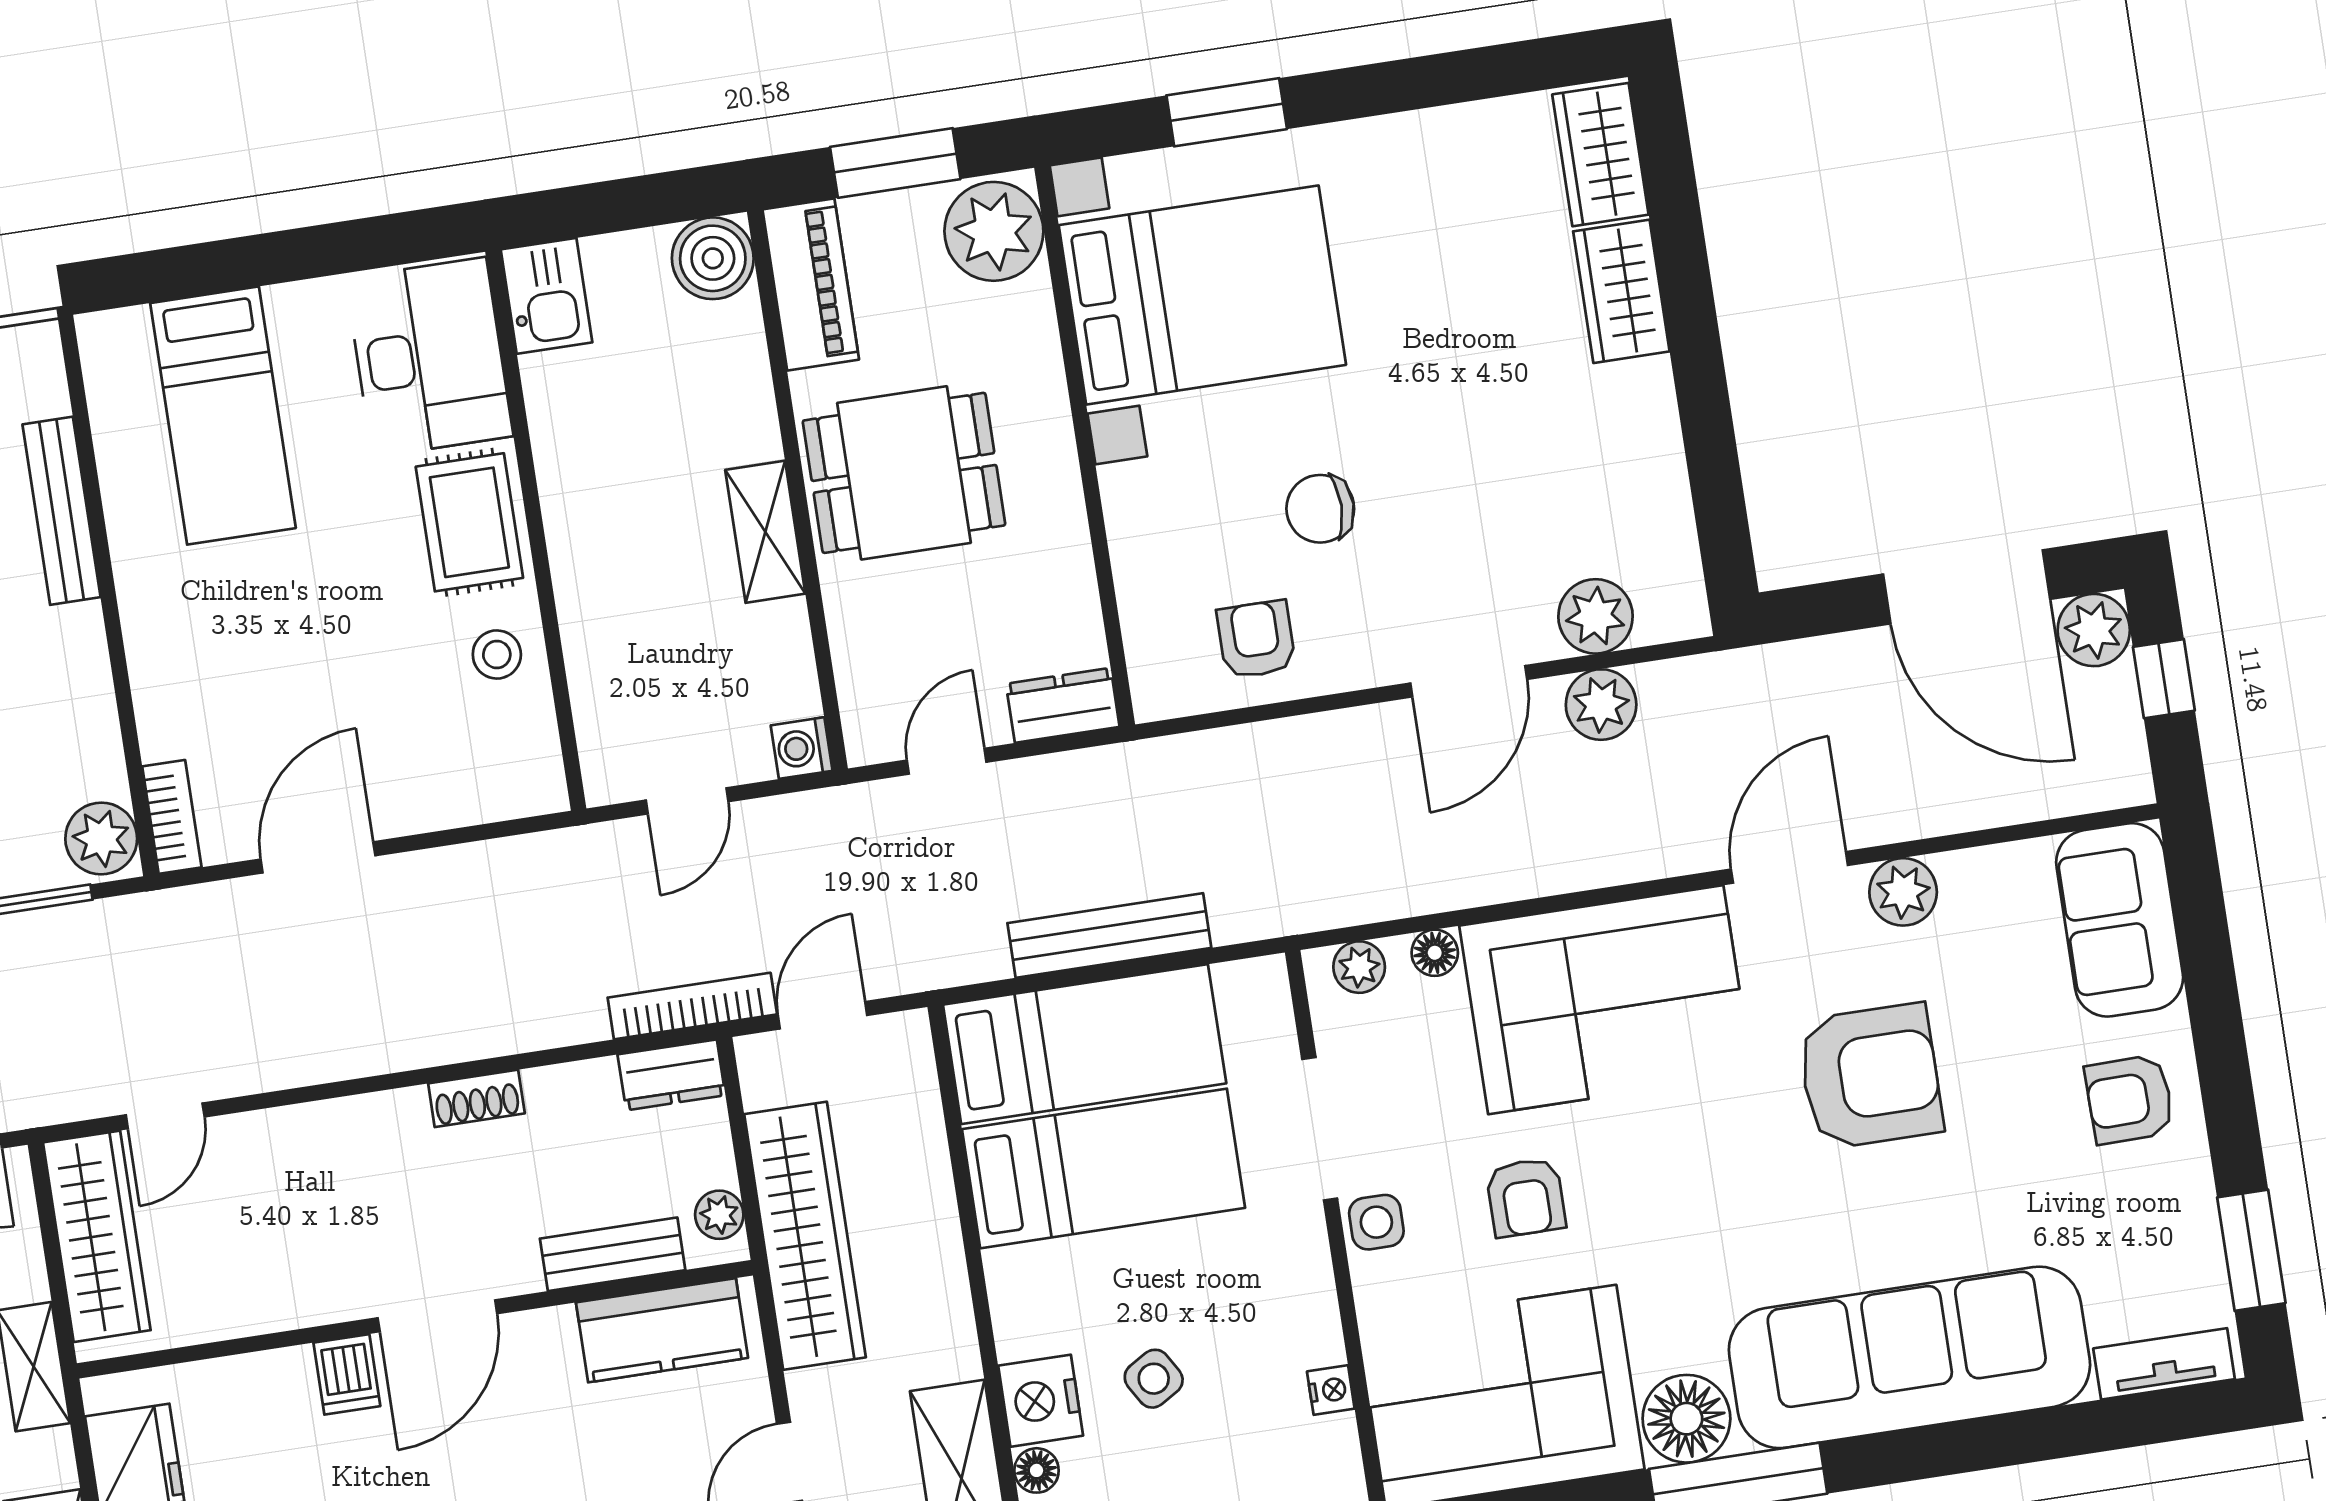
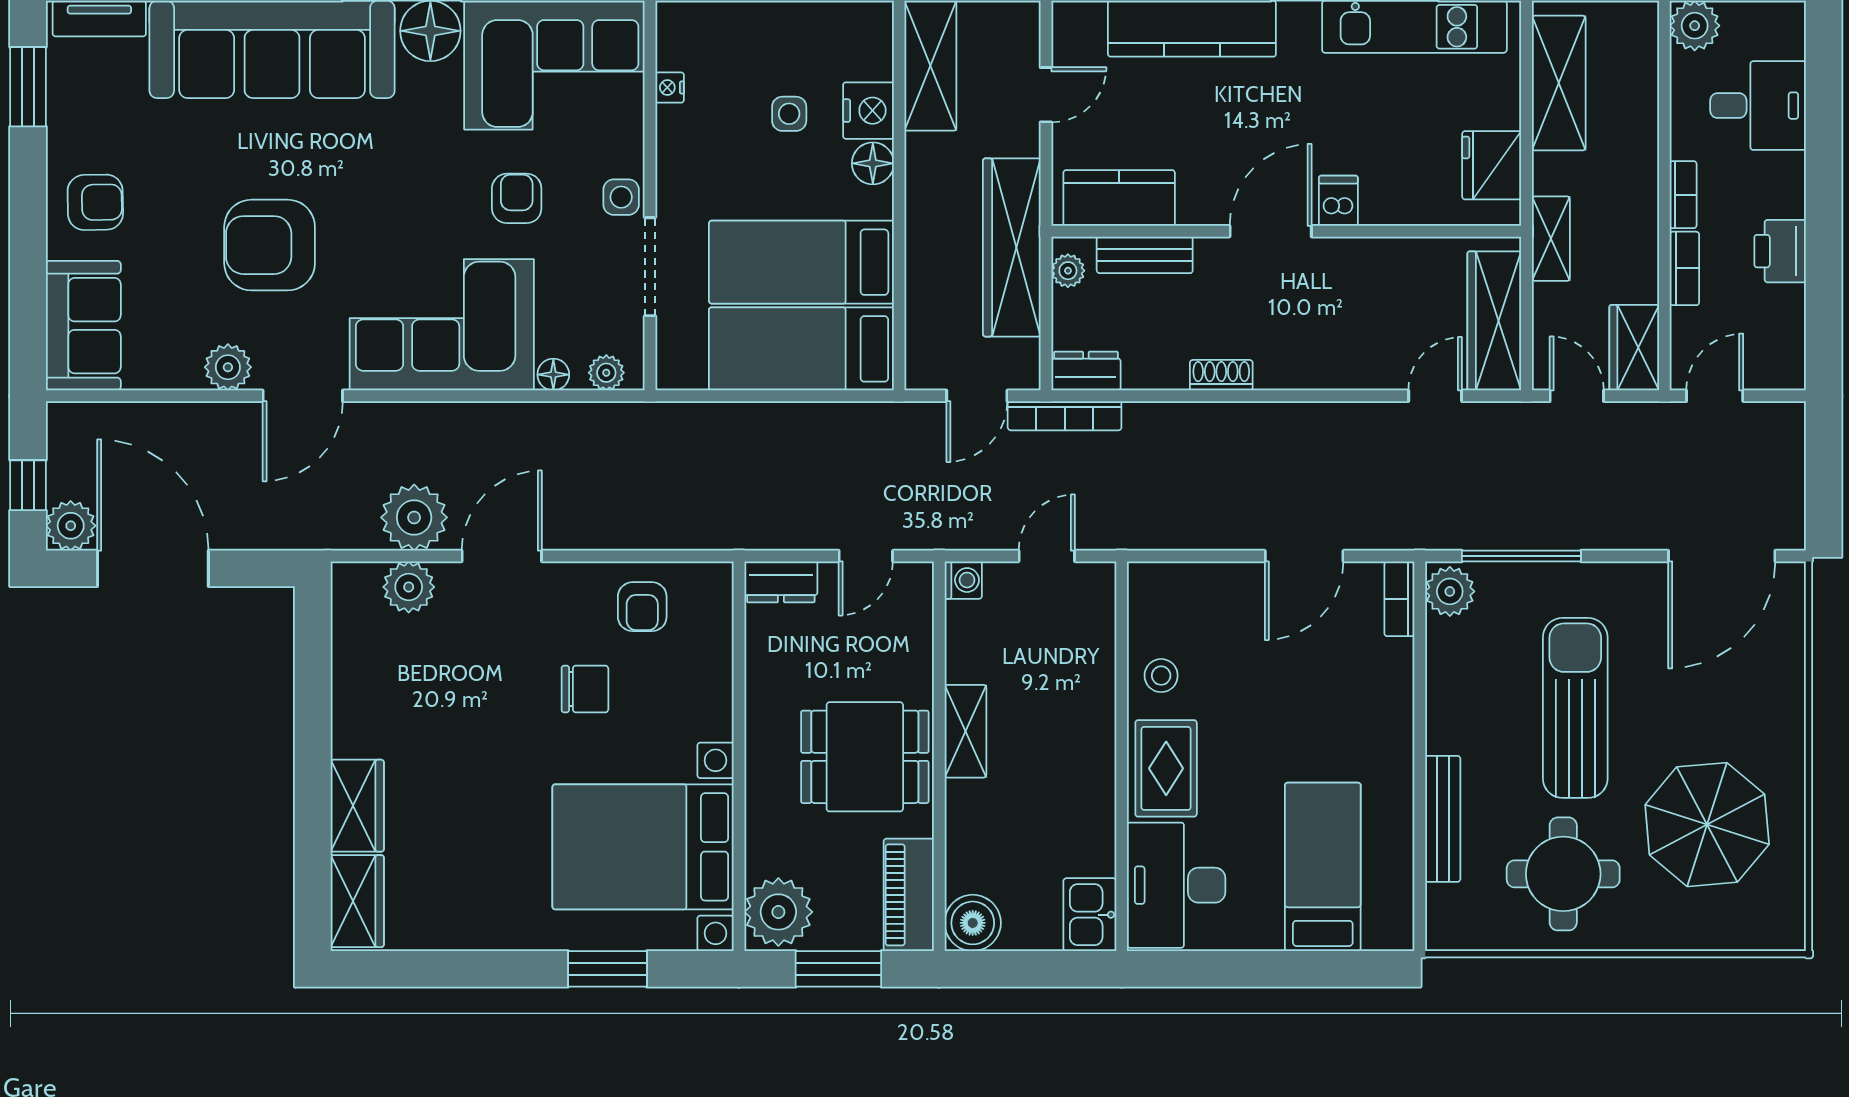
plant: (1601, 705) -> (414, 517), width x1.36, depth x1.36
bench: (1109, 935) -> (773, 420), removed
side table: (1154, 1379) -> (789, 114), turned 31
floor lamp: (1037, 1470) -> (873, 163), moved, width x1.37, depth x1.37

